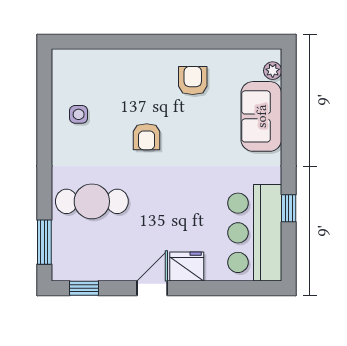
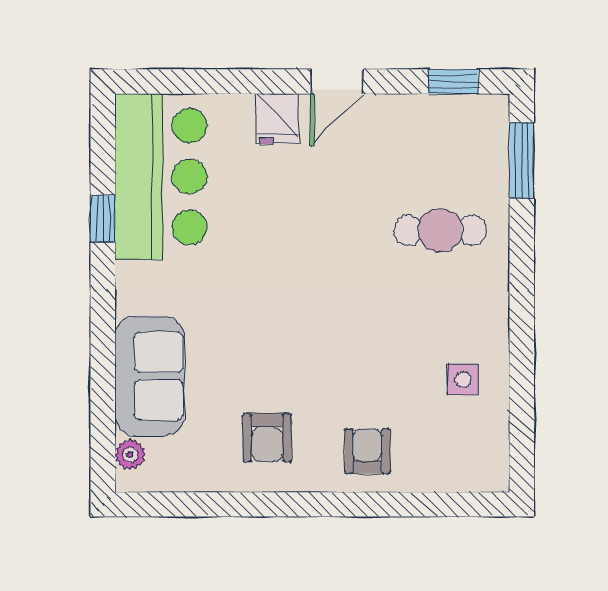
armchair: (147, 137) -> (367, 451), moved
cafe table: (92, 201) -> (440, 230), width x0.73, depth x0.74
fridge: (187, 267) -> (277, 119), width x0.72

